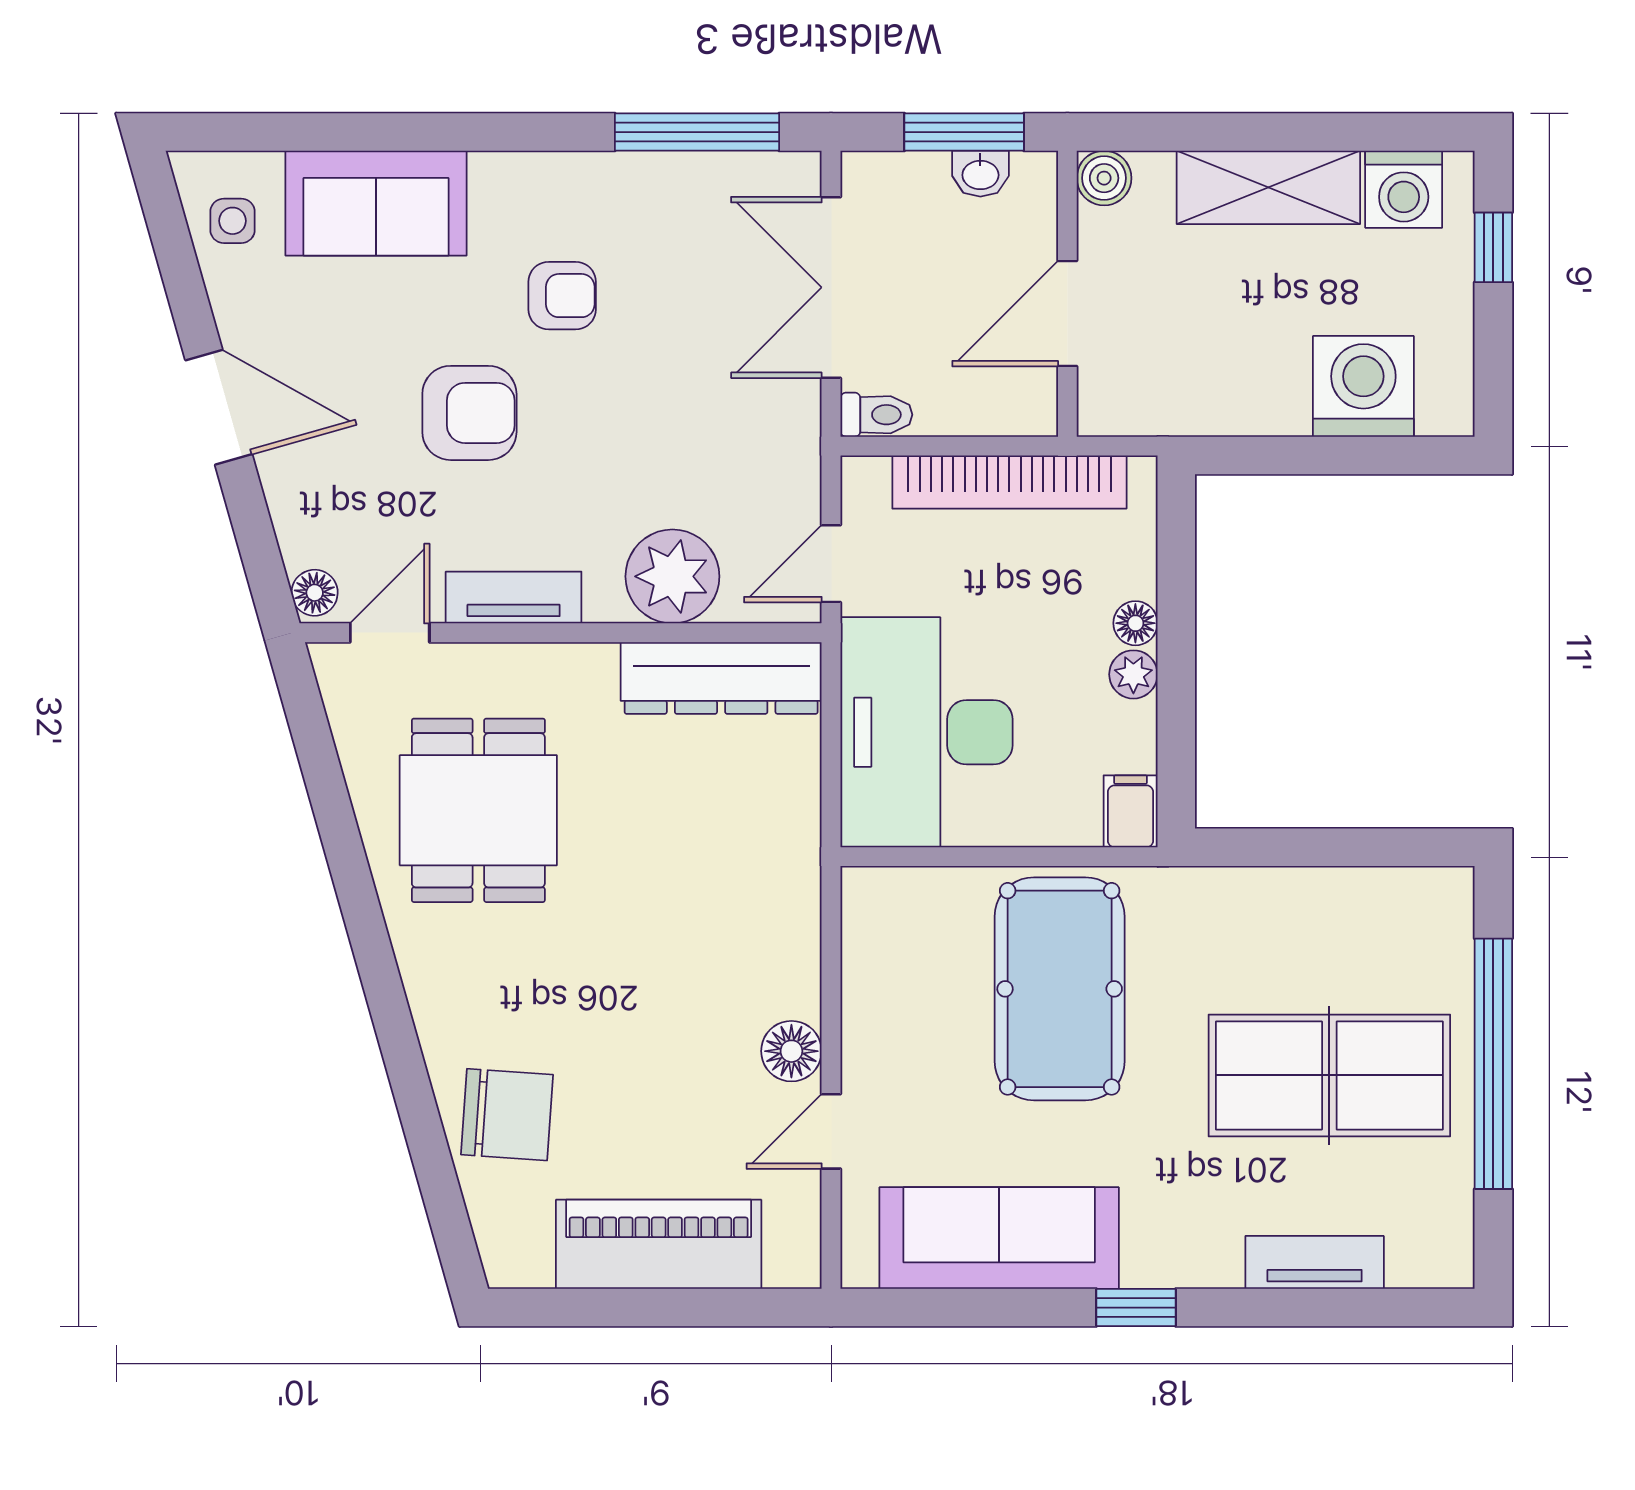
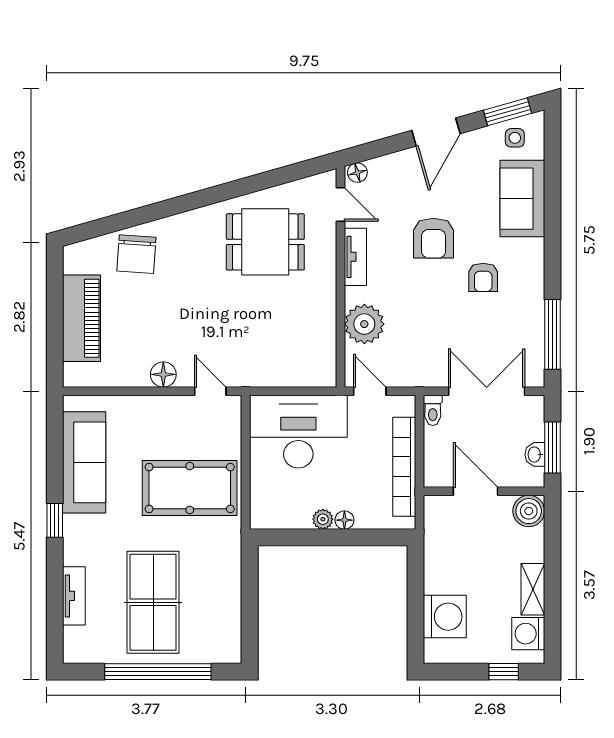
boiler: (1104, 178) -> (529, 511), width x1.36, depth x1.36
shelving: (1268, 187) -> (533, 589), width x0.67, depth x0.75
window: (171, 238) -> (507, 112), added
dresser: (721, 678) -> (321, 345), removed
filing cabinet: (1131, 811) -> (265, 518), removed
door: (831, 1131) -> (210, 391), moved

